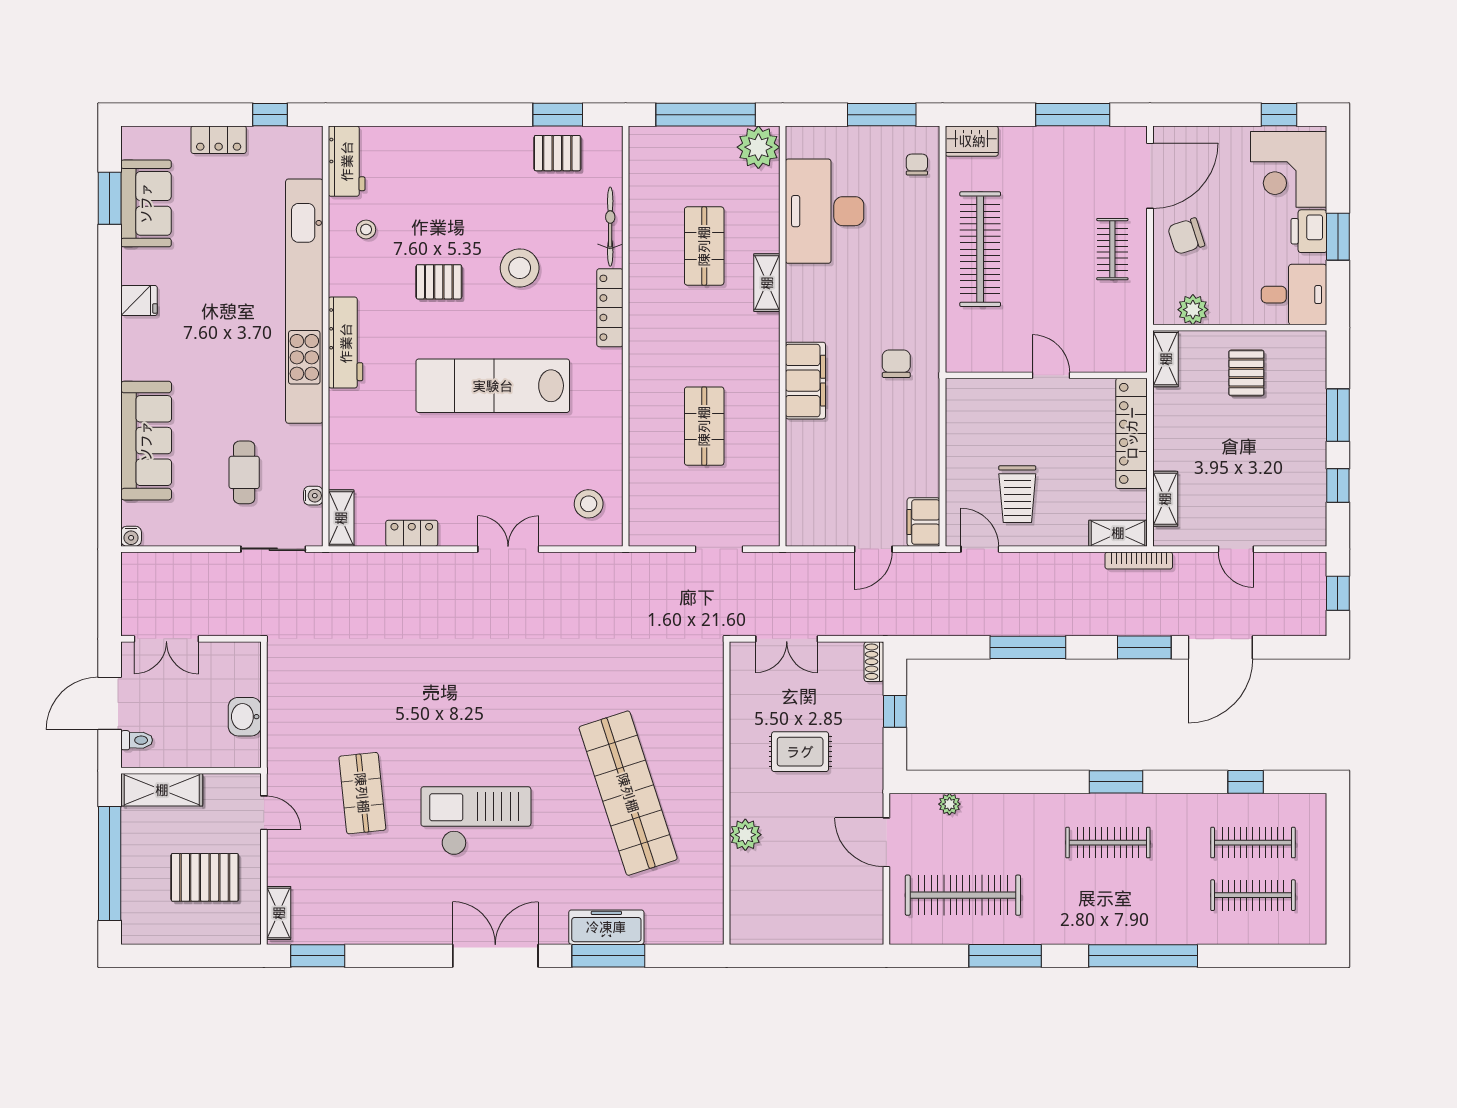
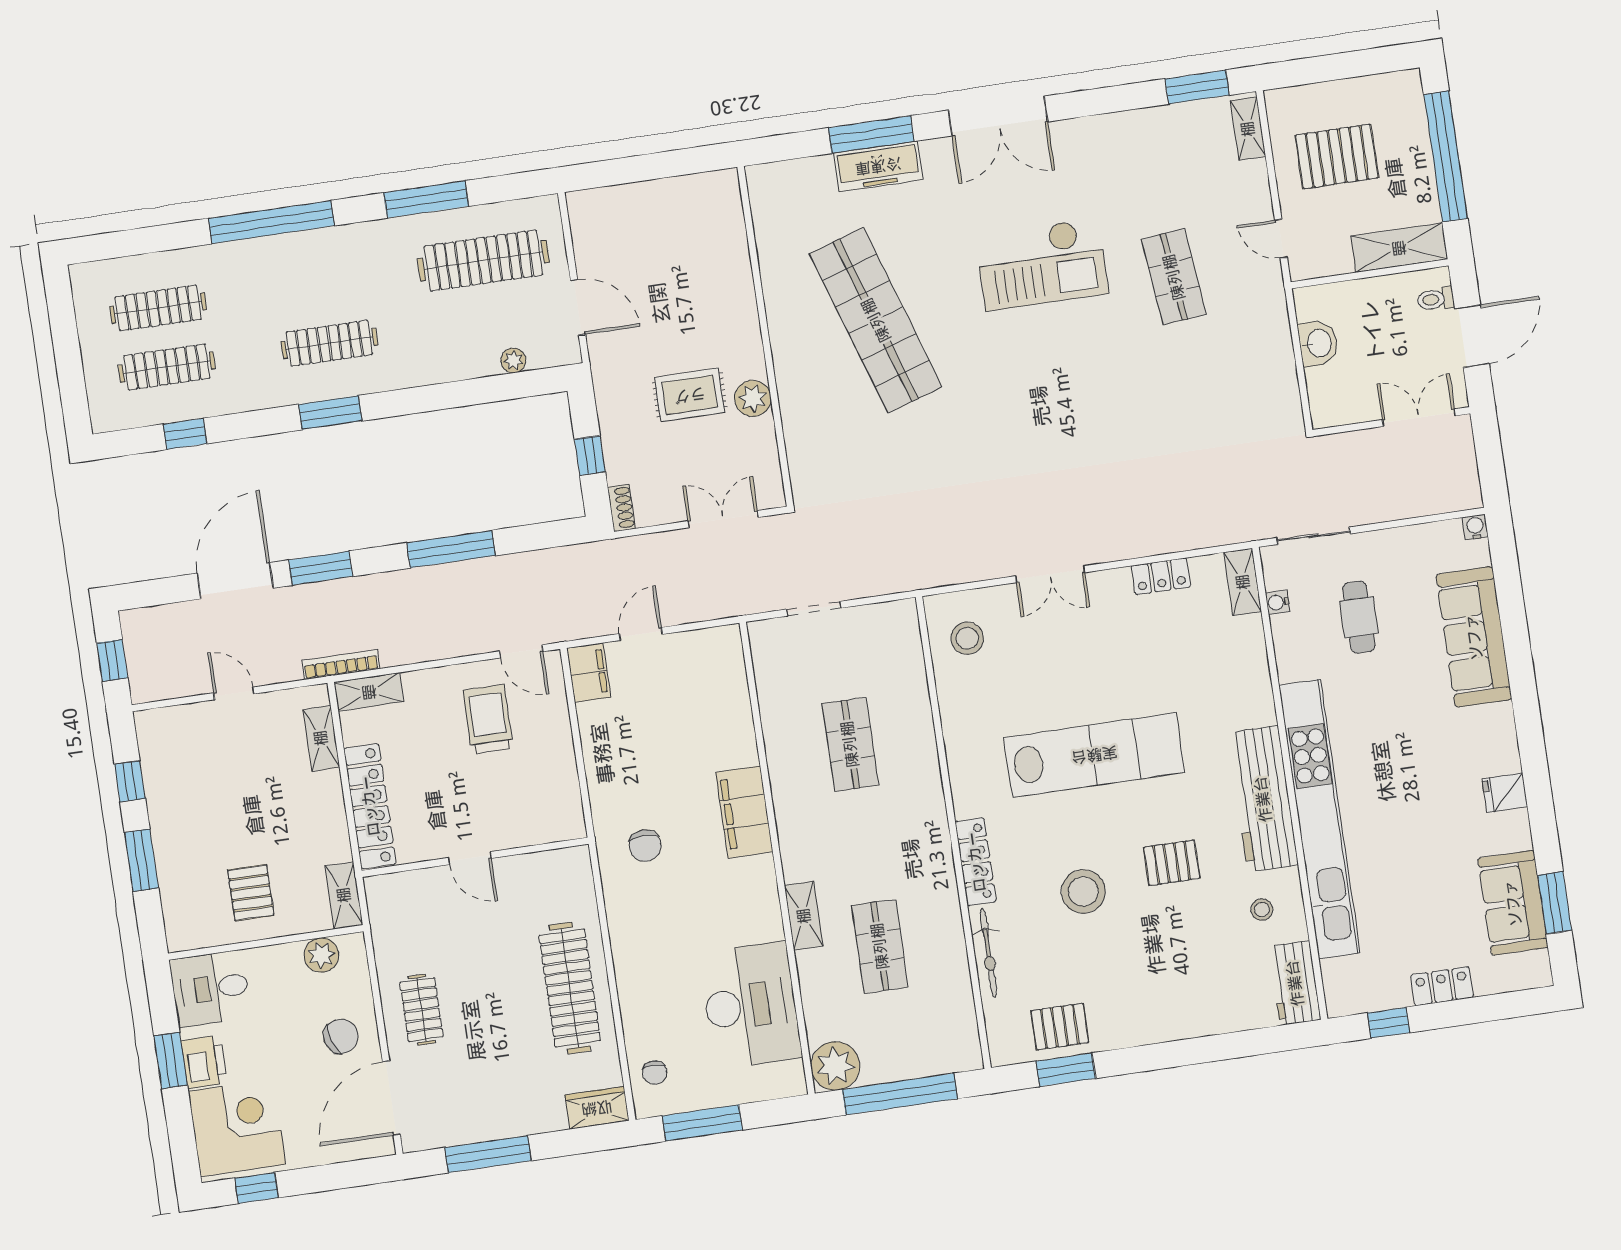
workbench: (346, 343) -> (1263, 799), width x1.36, depth x1.32
plant: (745, 835) -> (753, 398), moved

